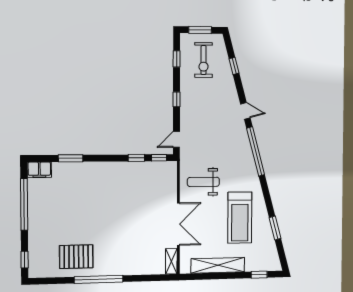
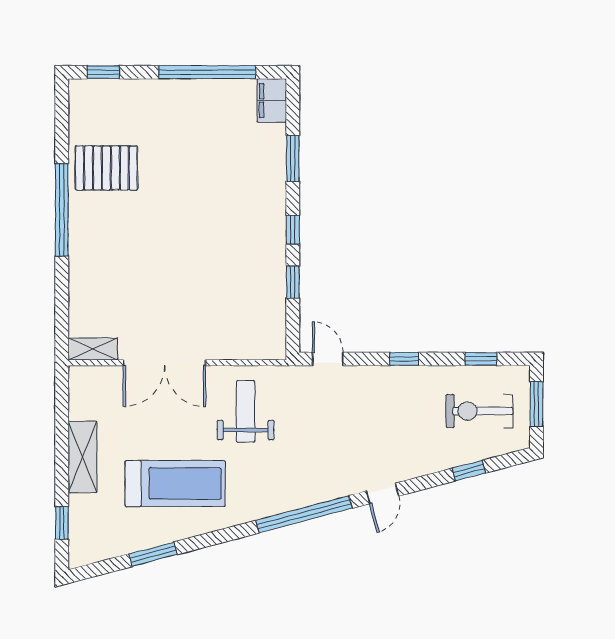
window: (159, 158) -> (293, 230), moved
treadmill: (240, 218) -> (175, 483), turned 180
pallet: (76, 257) -> (106, 168), turned 90
shelving: (218, 265) -> (83, 457), width x0.68

